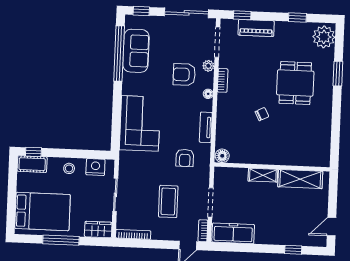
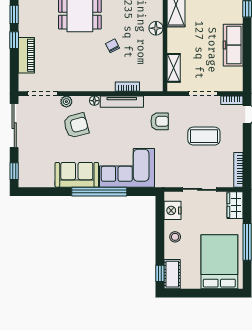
window: (242, 15) -> (14, 40), moved
sofa: (136, 51) -> (77, 175), moved
window: (119, 53) -> (99, 192), moved
armchair: (184, 75) -> (76, 125), turned -105
bookcase: (223, 80) -> (127, 87), moved
tv unit: (206, 127) -> (122, 102), width x1.41
floor lamp: (222, 156) -> (156, 28), moved
shelving: (263, 175) -> (174, 68), moved
freezer: (233, 233) -> (233, 45), moved

